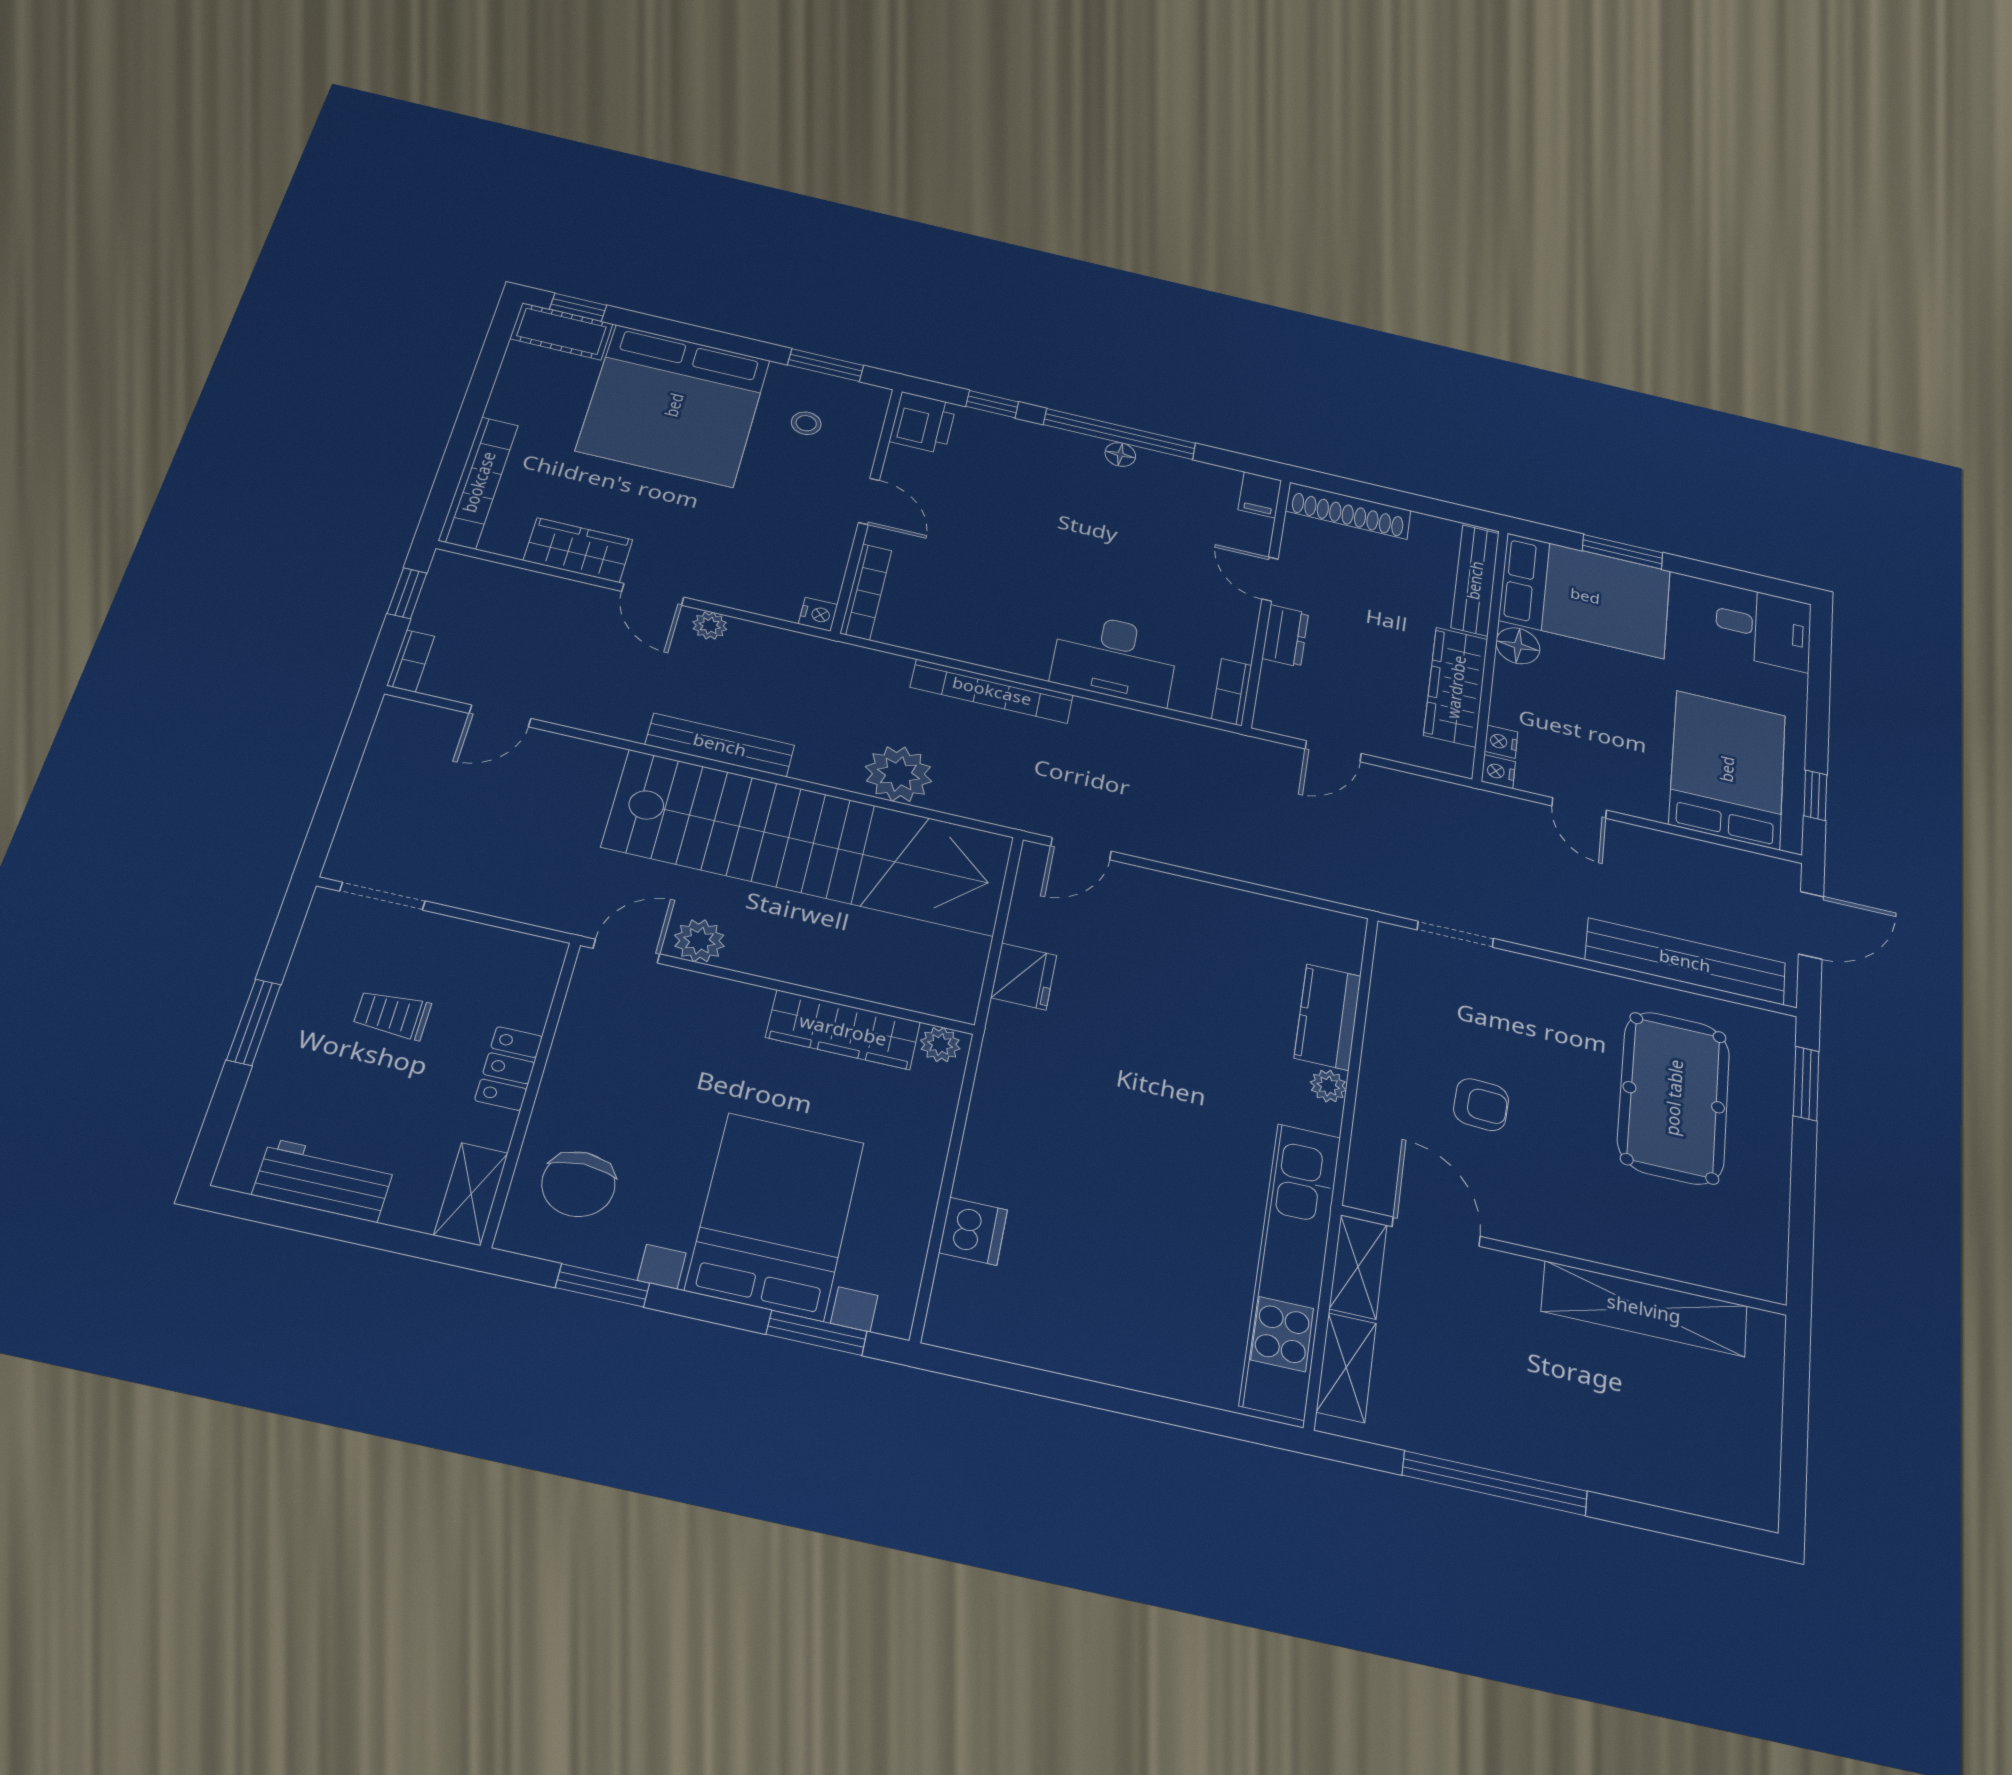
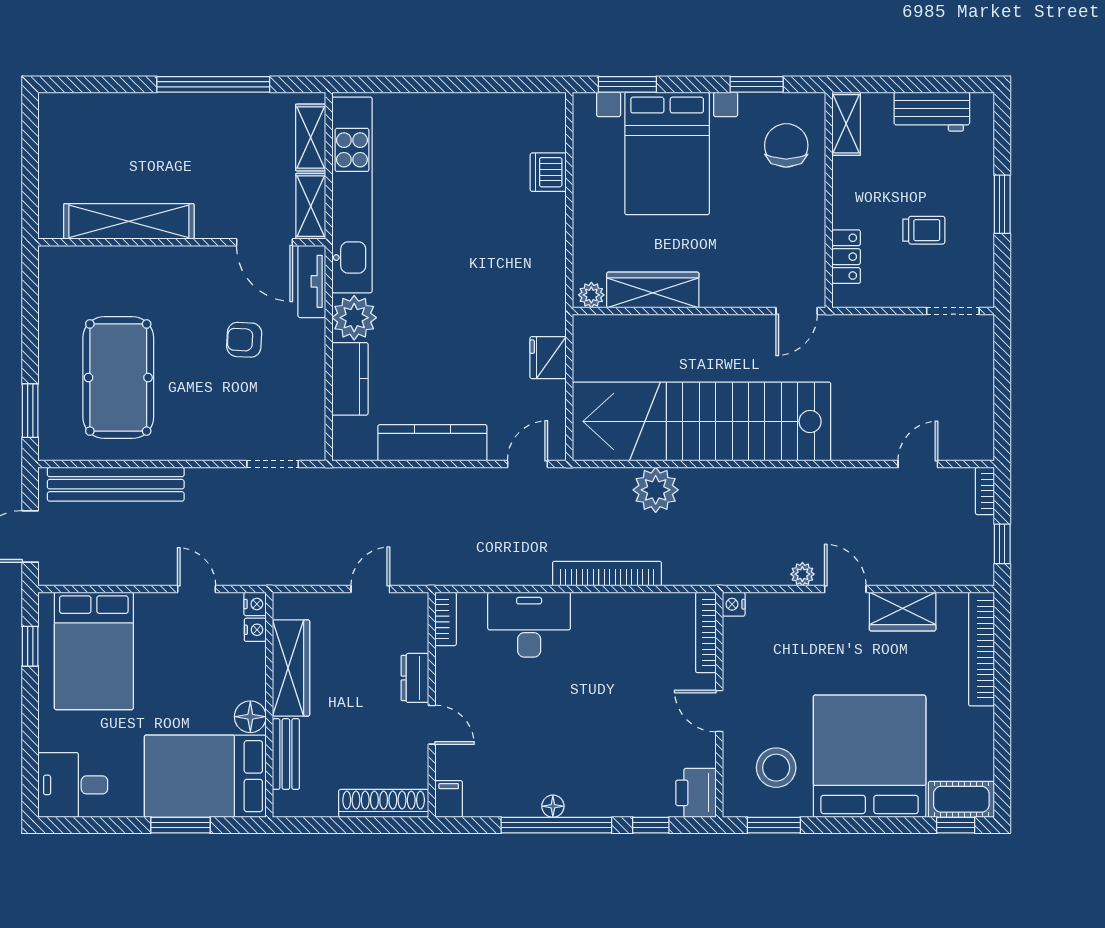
stool: (806, 423) -> (776, 768), width x1.89, depth x1.89
bench: (1475, 580) -> (286, 754), width x0.73
bench: (720, 745) -> (775, 481), removed
kitchen counter: (1217, 907) -> (432, 443), added
plant: (699, 941) -> (754, 330), removed
locker: (509, 1068) -> (846, 257), moved
plant: (1328, 1086) -> (354, 318), width x1.88, depth x1.88
tv unit: (1369, 1160) -> (312, 281), added

